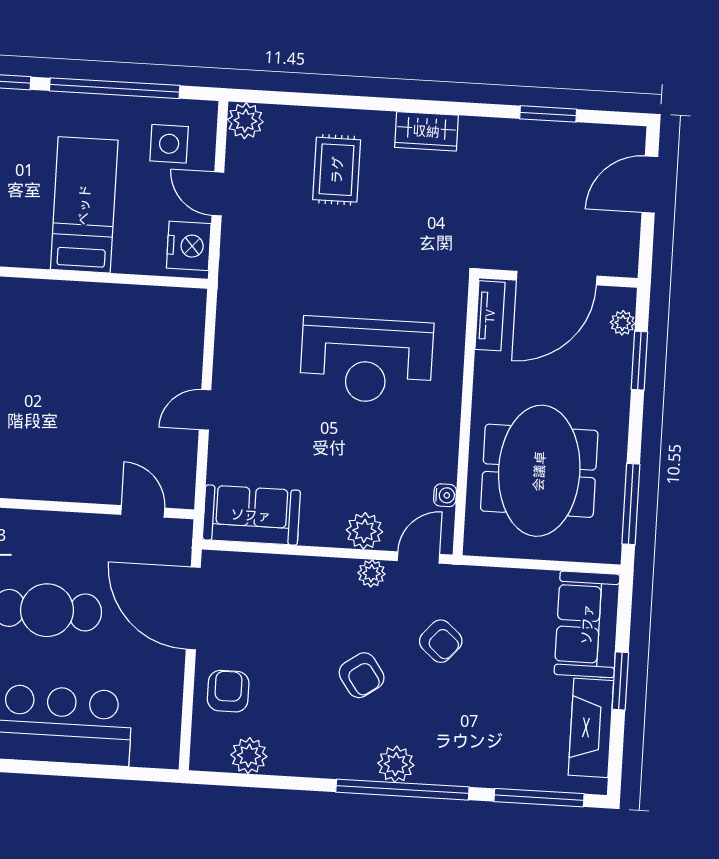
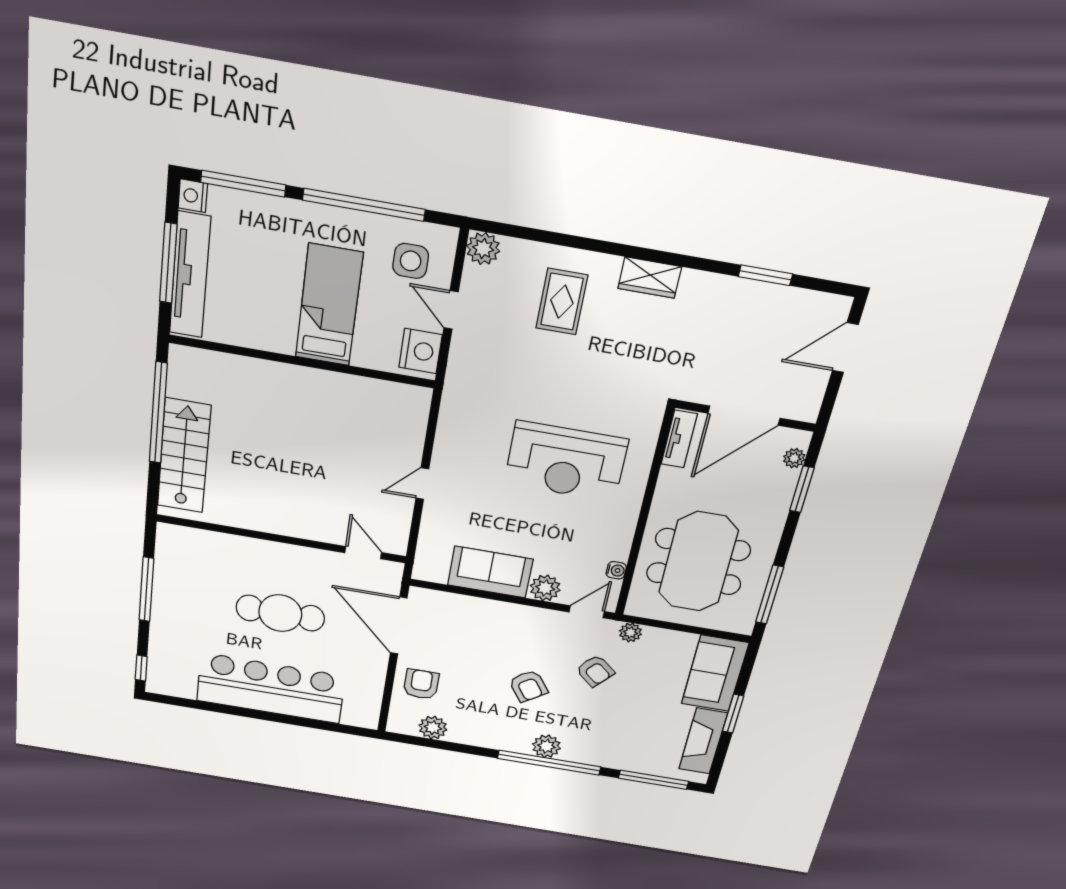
sofa: (251, 515) -> (490, 572), moved
plant: (371, 573) -> (630, 632), moved

